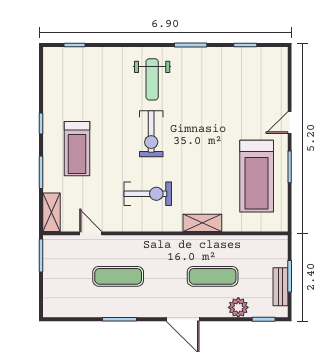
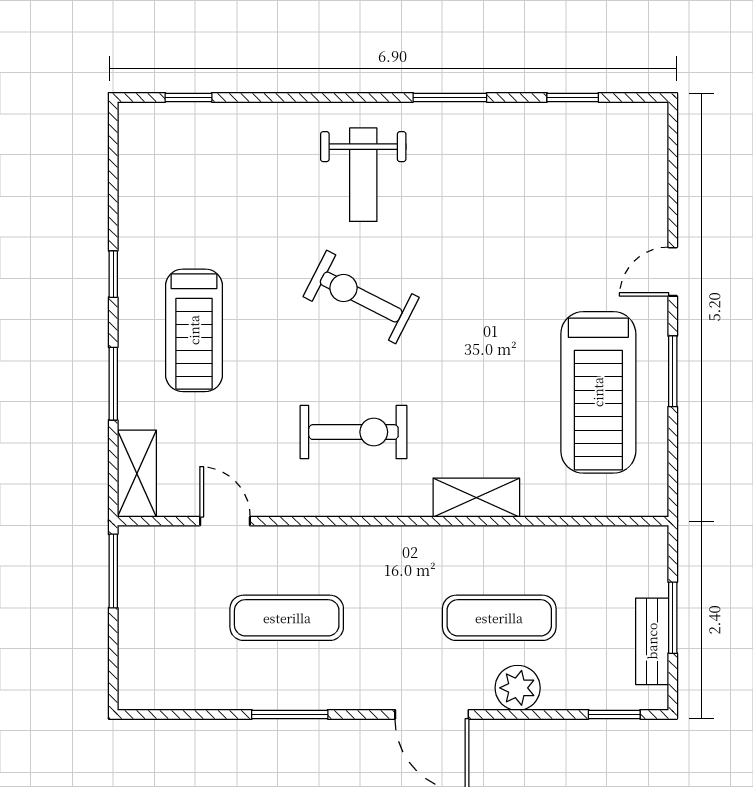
exercise bike: (151, 134) -> (361, 297), turned 117
plant: (238, 307) -> (518, 688), moved

